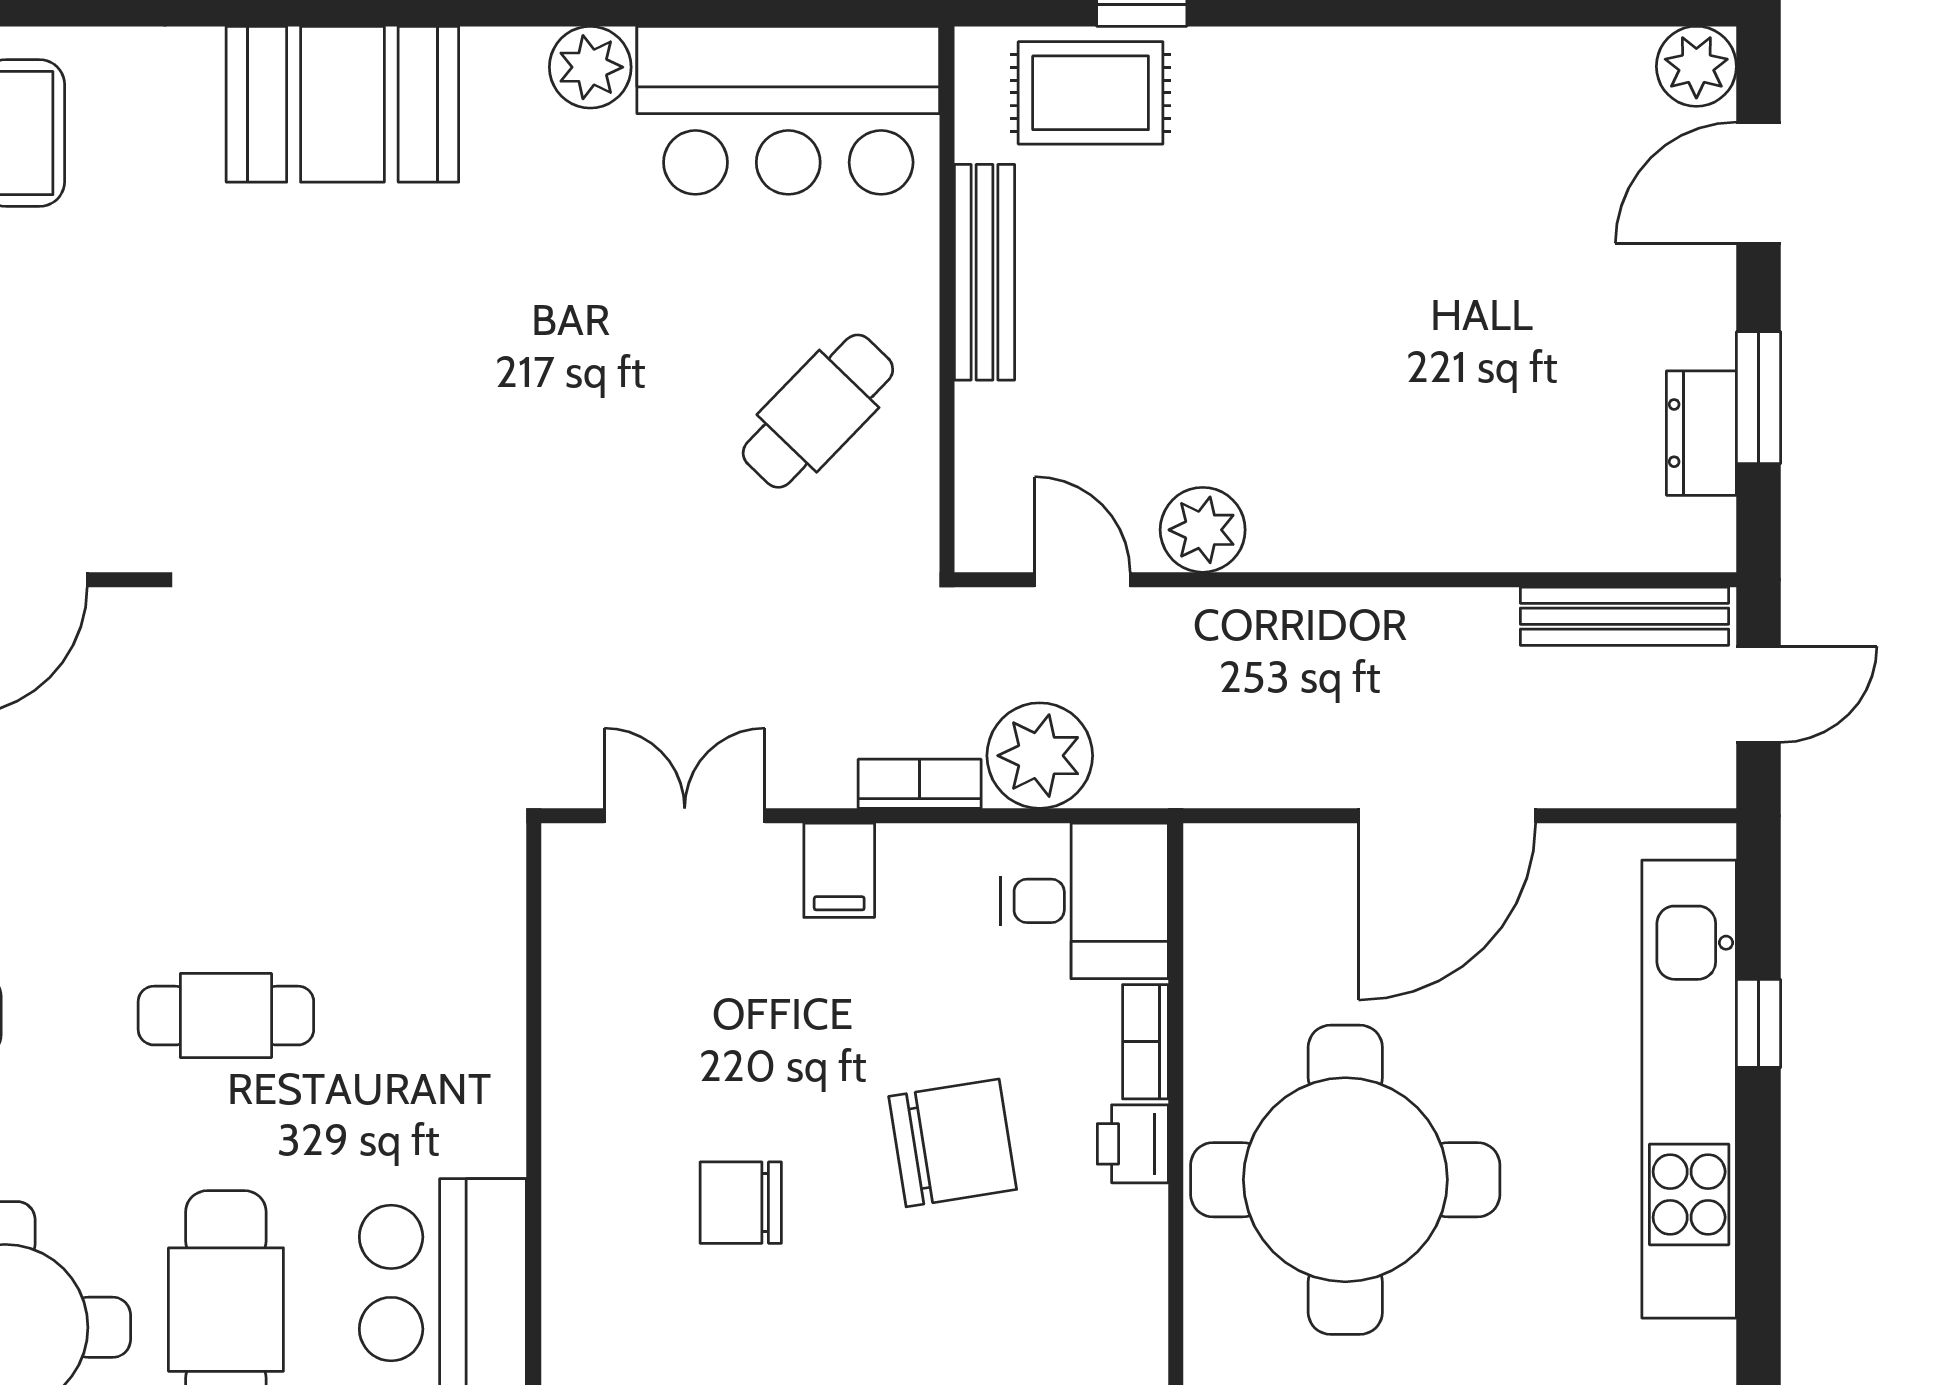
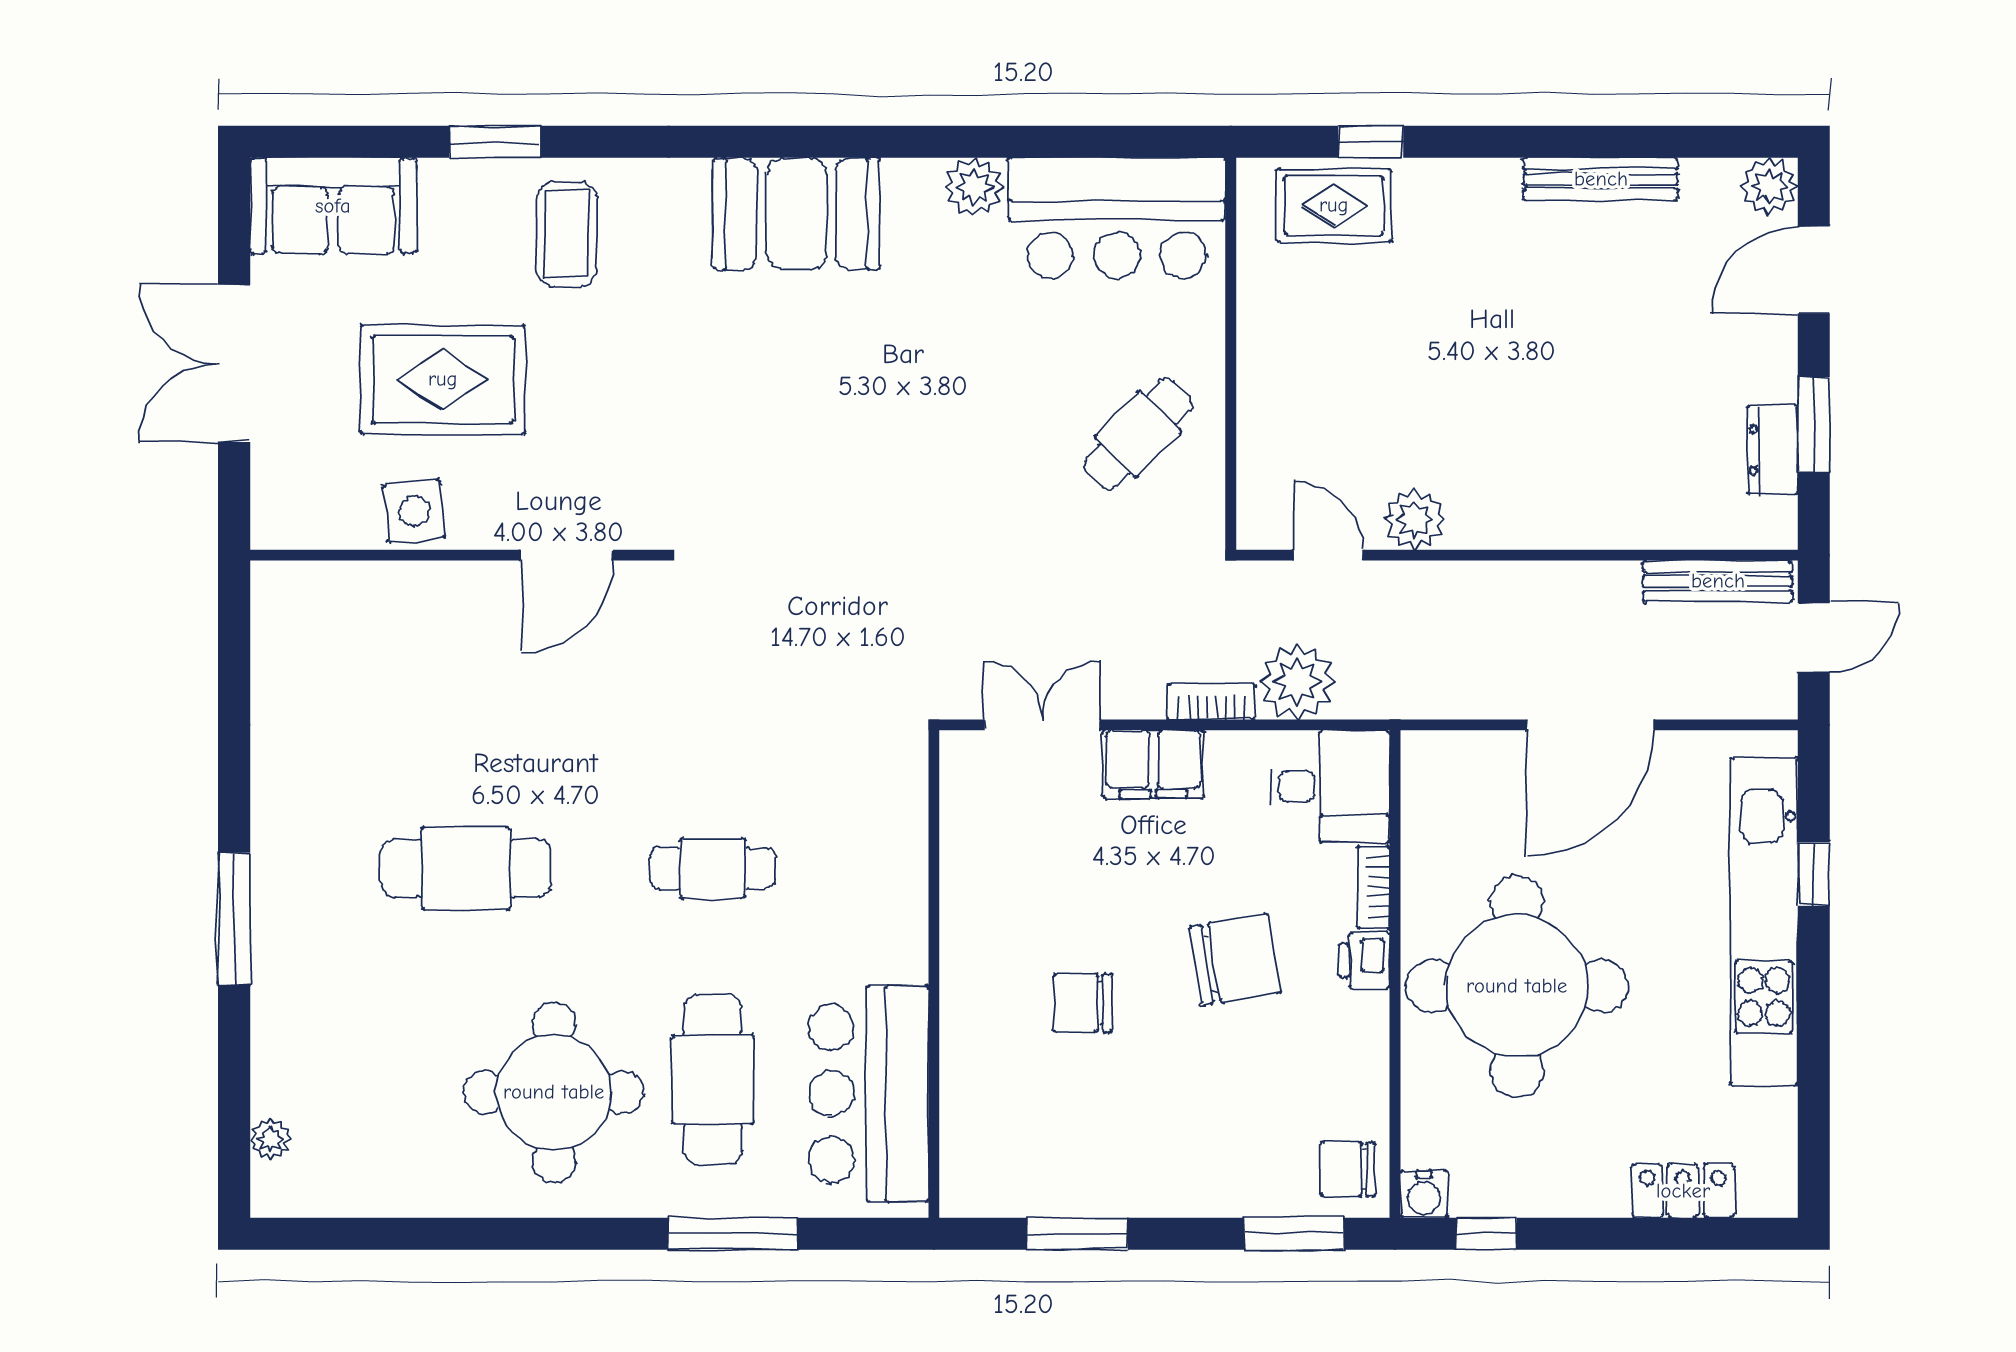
bench: (985, 272) -> (1601, 179), moved, turned 90
filing cabinet: (839, 870) -> (1153, 764), width x2.00

